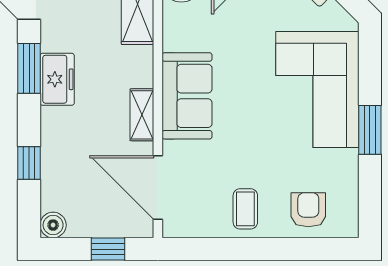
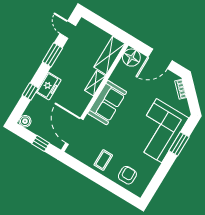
freezer: (57, 79) -> (48, 86), moved
shelving: (142, 115) -> (95, 83), moved
window: (370, 130) -> (179, 144), moved

